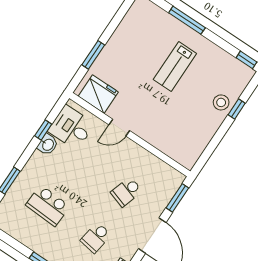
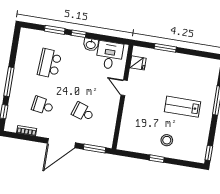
fridge: (98, 94) -> (138, 63), width x0.53, depth x0.75
stool: (221, 102) -> (167, 140), moved
window: (237, 109) -> (157, 159), moved
window: (43, 130) -> (79, 34), moved

